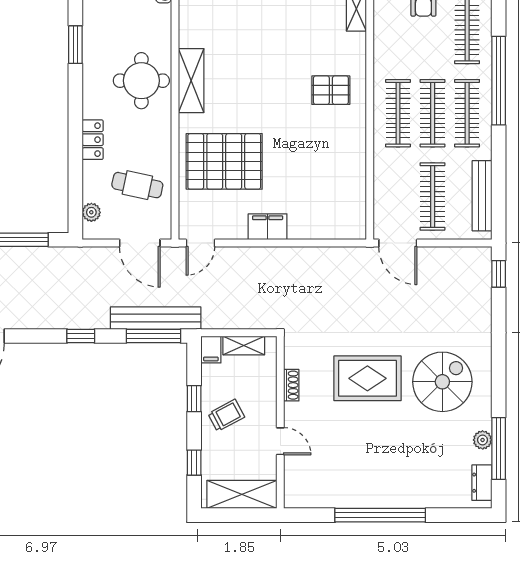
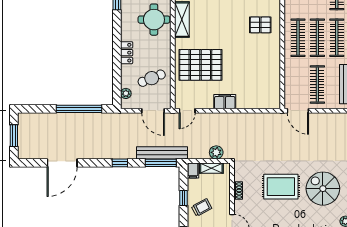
cafe table: (137, 185) -> (152, 78), turned -34
plant: (252, 317) -> (216, 152), added
spiral stairs: (442, 382) -> (323, 189), turned -90

